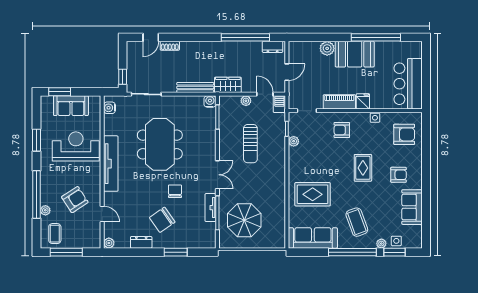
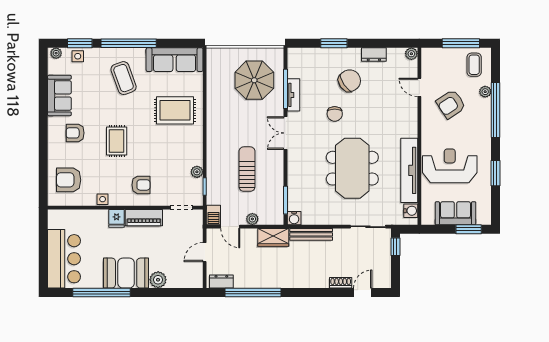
bar counter: (408, 84) -> (64, 259), moved
reception desk: (76, 146) -> (450, 166), turned 180
tv unit: (111, 164) -> (409, 170), moved
plant: (381, 244) -> (56, 53), moved

